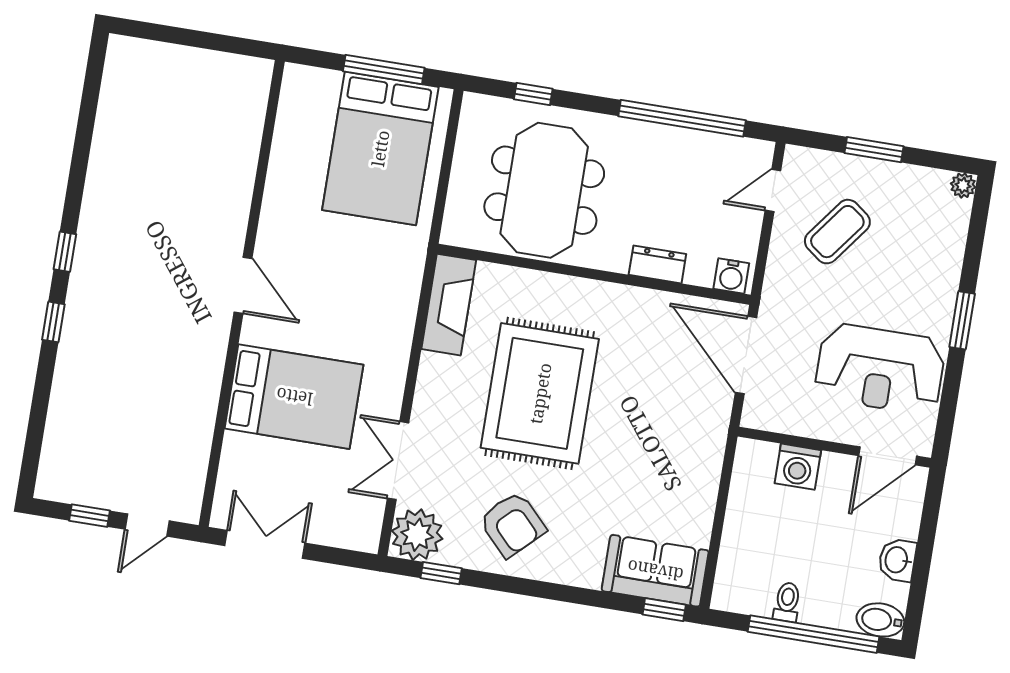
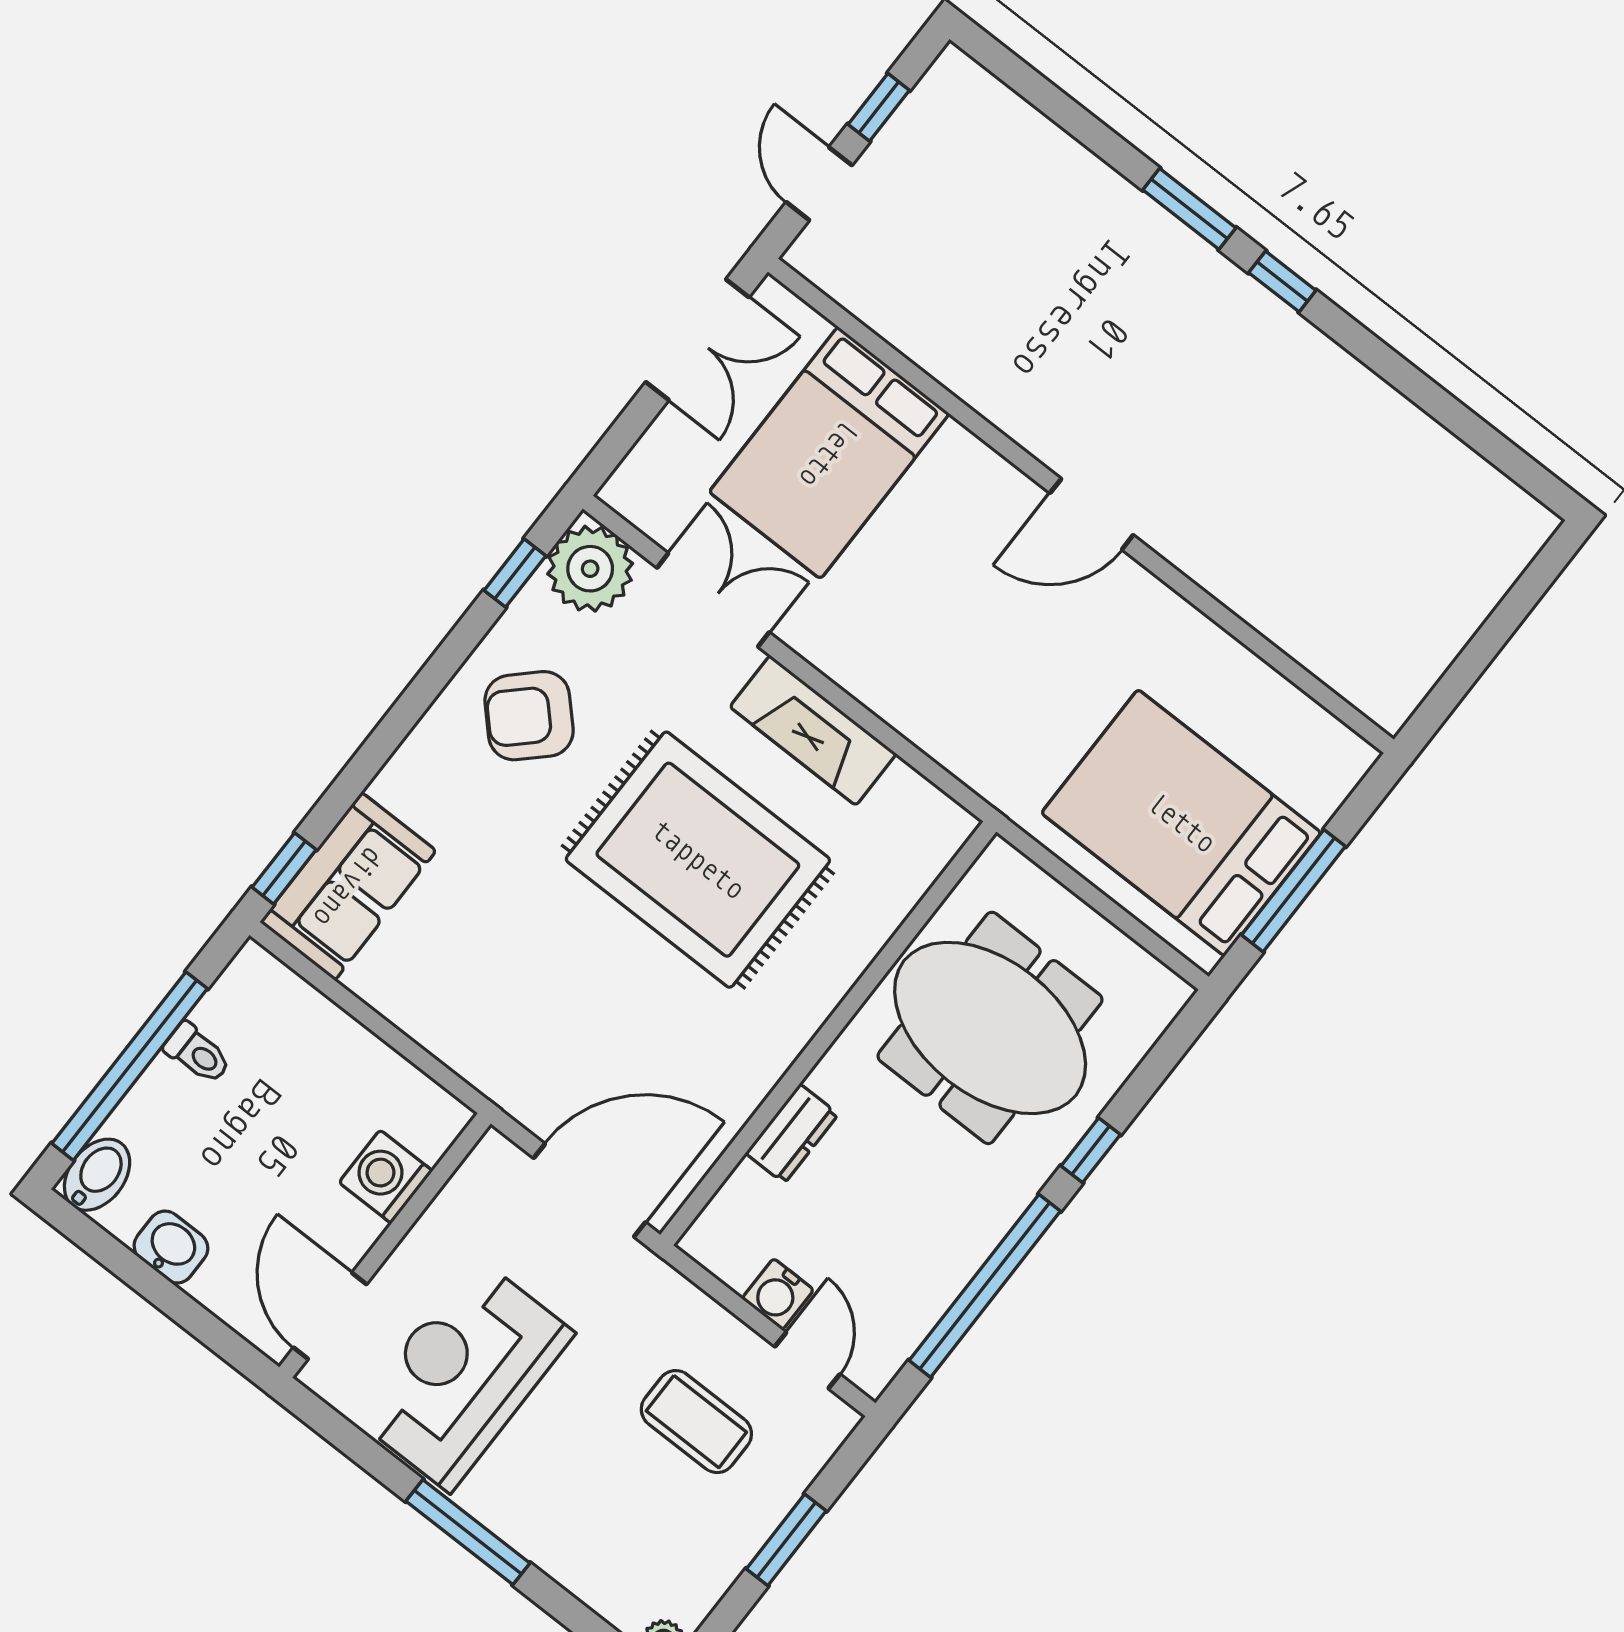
window: (533, 94) -> (1091, 1150), moved
coffee table: (837, 232) -> (696, 1422), turned -37
water cooler: (731, 276) -> (778, 1294), moved, turned -90
fireplace: (449, 305) -> (813, 730), moved
window: (962, 320) -> (468, 1532), width x1.44
window: (53, 322) -> (1189, 209), width x1.50
bed: (294, 397) -> (829, 453), moved

